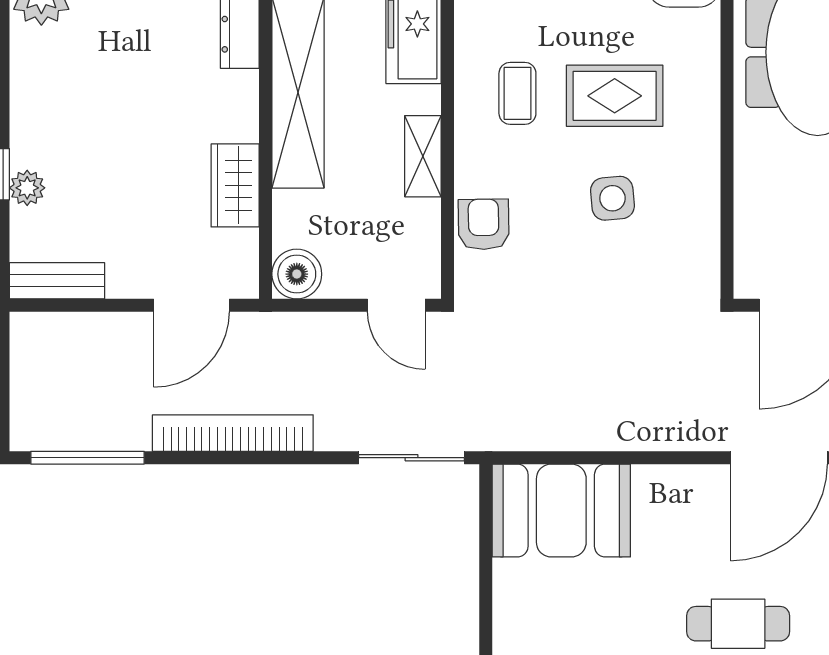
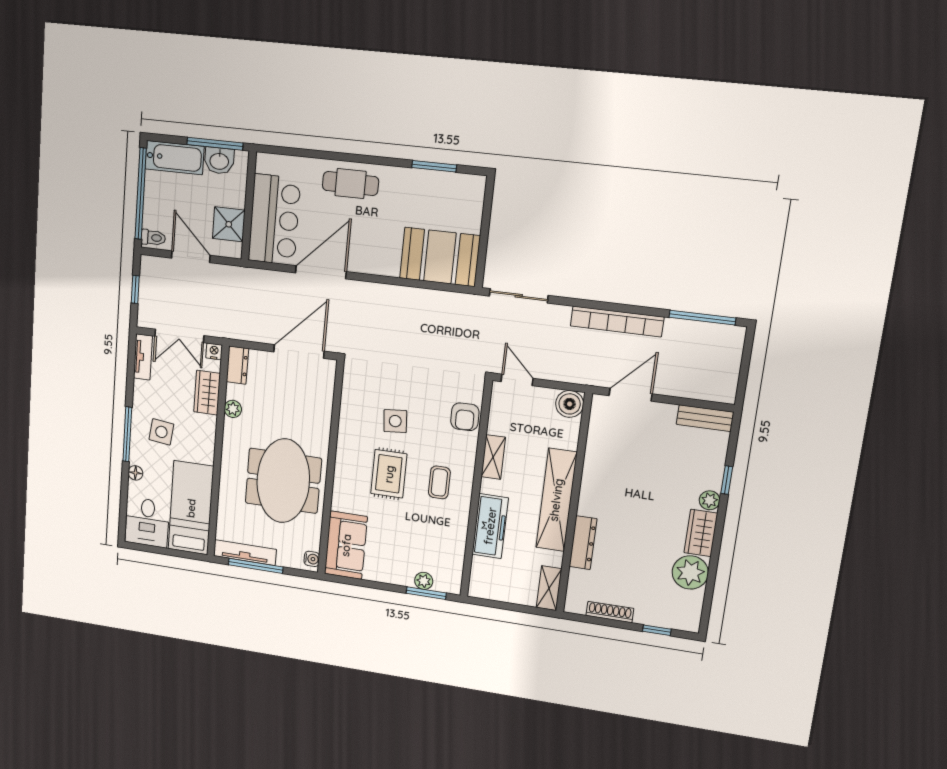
rug: (615, 96) -> (389, 474), turned 90
wardrobe: (235, 185) -> (701, 533), moved, turned 180
plant: (27, 188) -> (710, 500), moved

